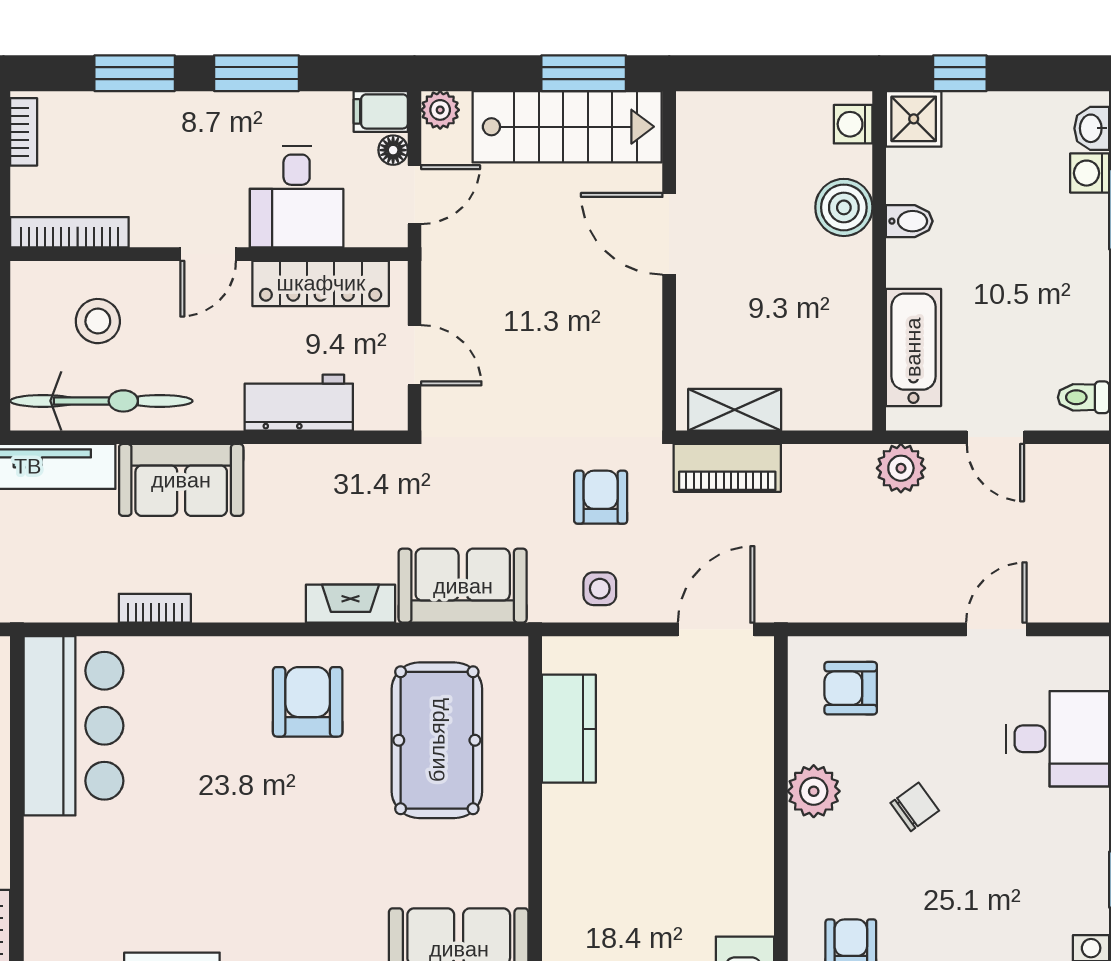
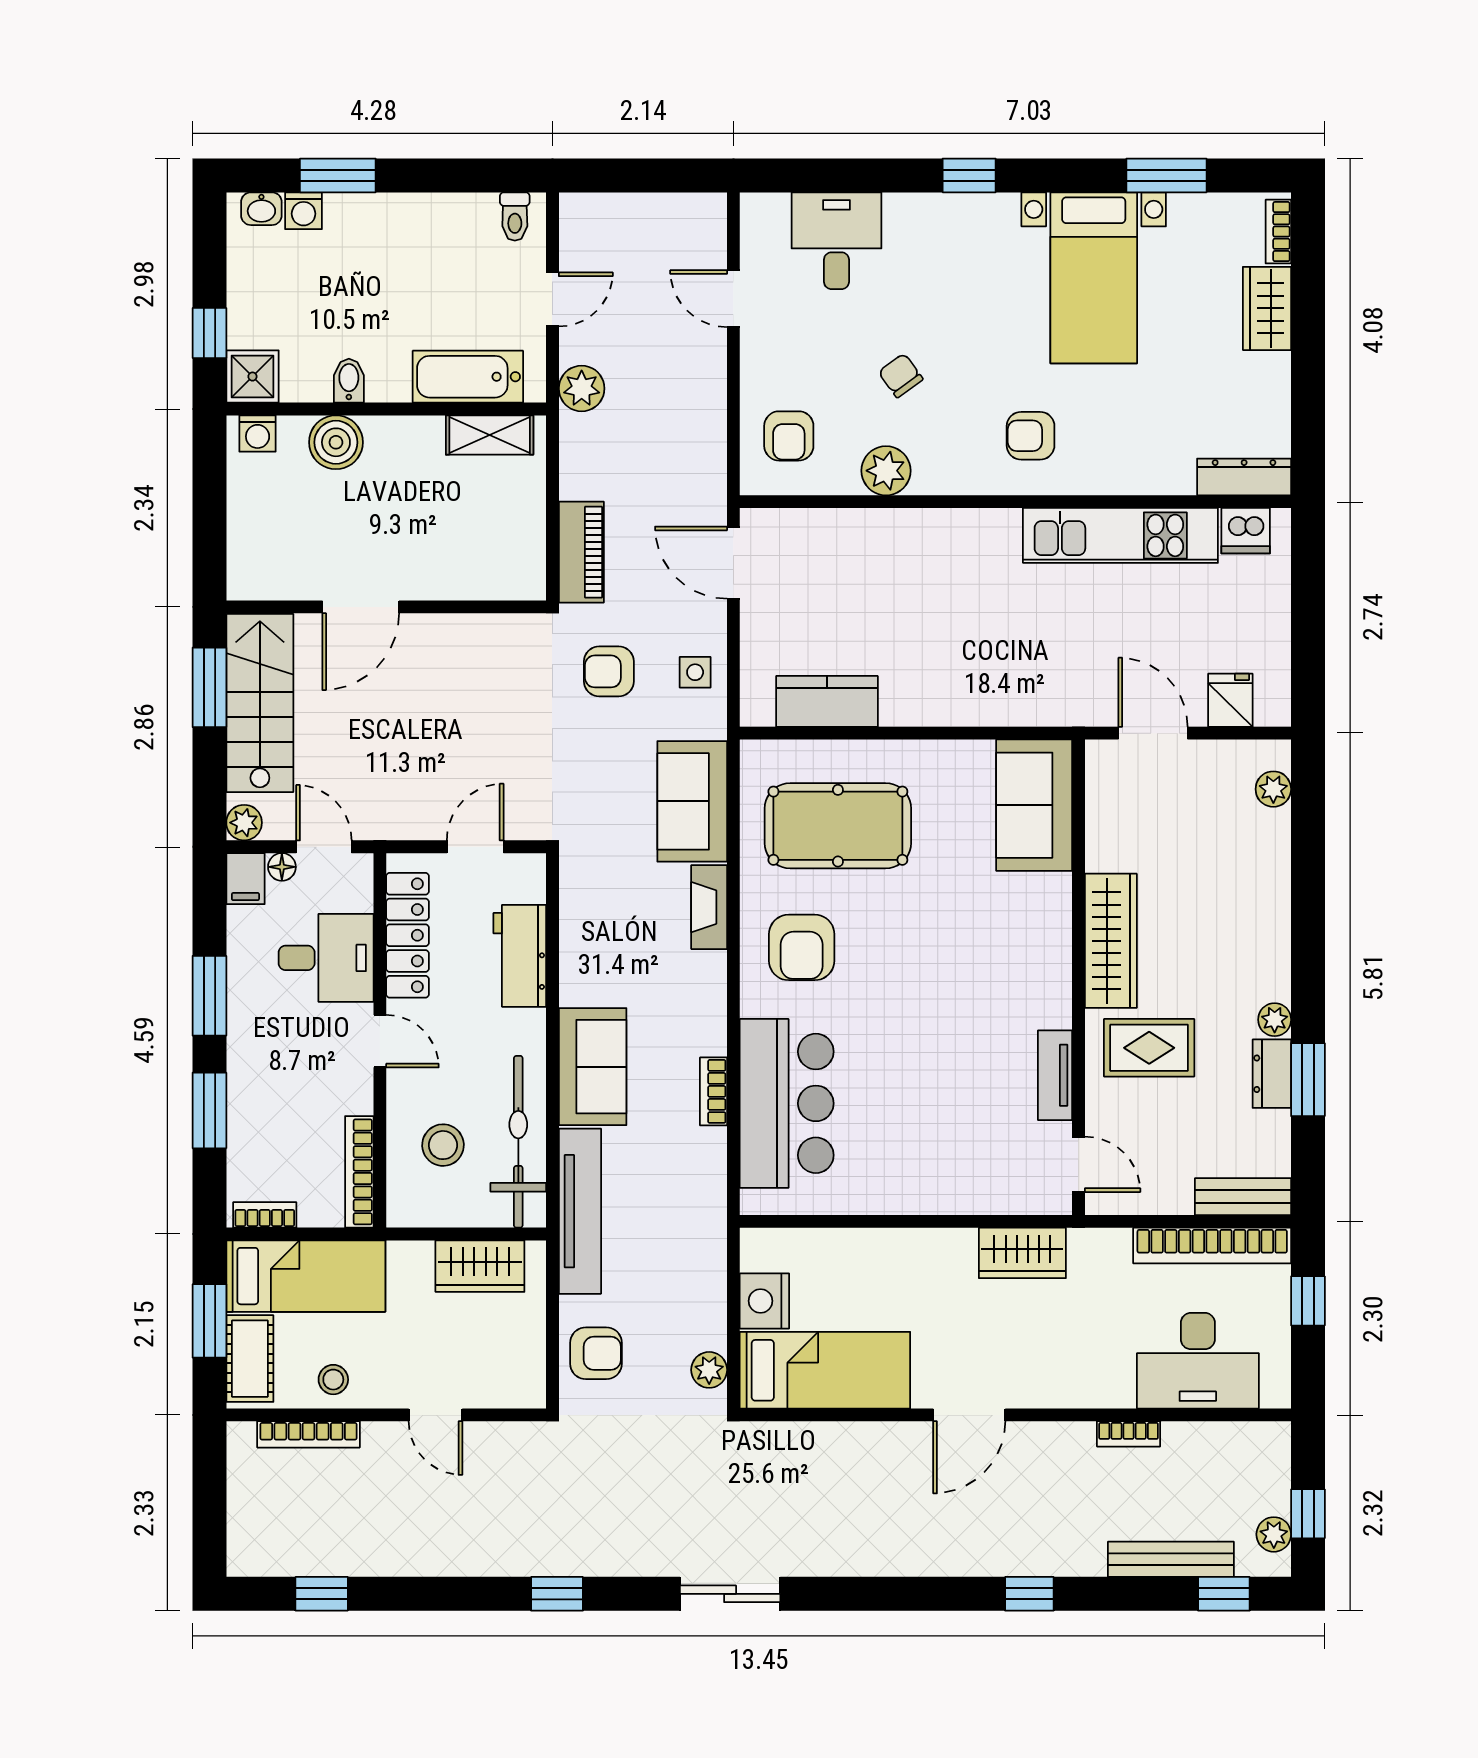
shelving: (735, 410) -> (490, 435), moved, turned 90
armchair: (308, 702) -> (802, 947), turned -90
bar counter: (73, 726) -> (787, 1103), moved, turned 90

